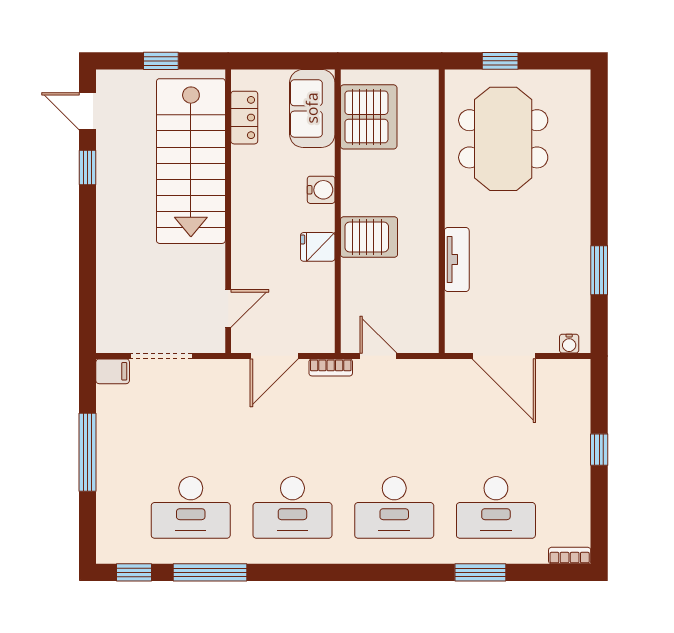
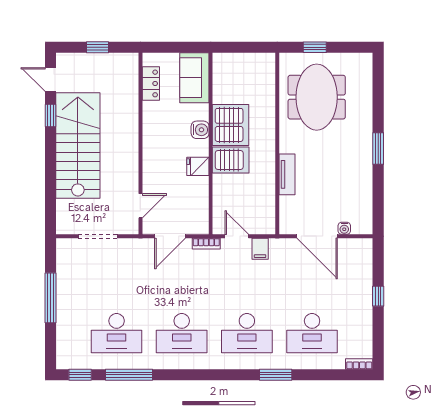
server rack: (369, 117) -> (231, 125), moved
stairs: (191, 161) -> (78, 146), moved, turned 180
window: (599, 270) -> (378, 148), moved
water cooler: (569, 344) -> (344, 228), moved
filing cabinet: (113, 371) -> (260, 249), moved, turned 90
window: (480, 572) -> (276, 375), moved

